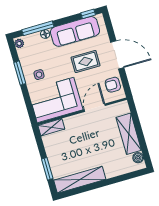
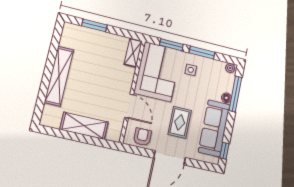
window: (28, 101) -> (171, 45), added
boiler: (138, 158) -> (54, 122), removed
shelving: (80, 180) -> (59, 76), moved

